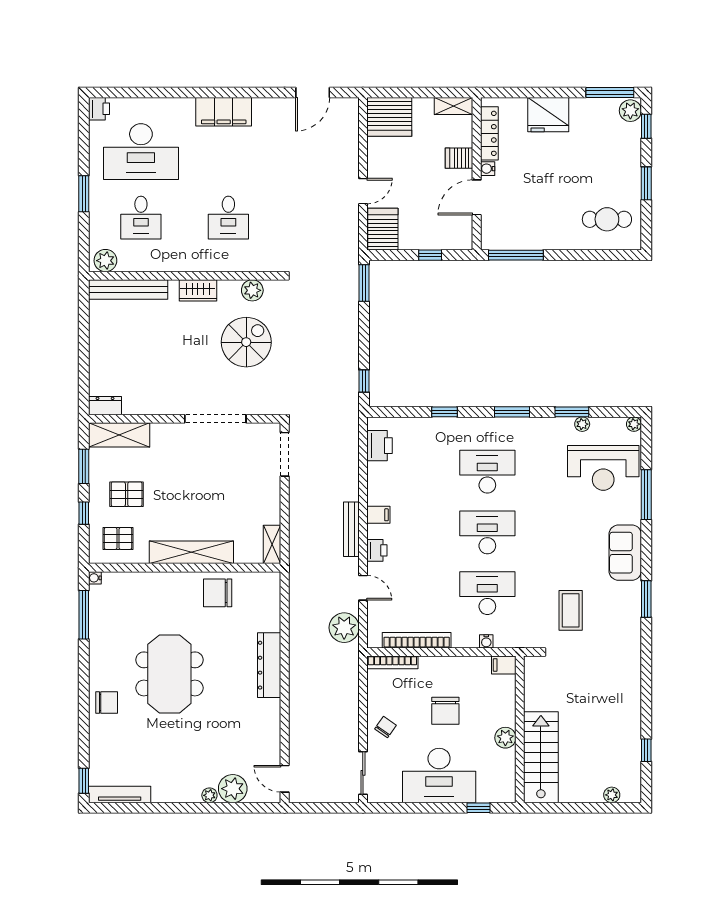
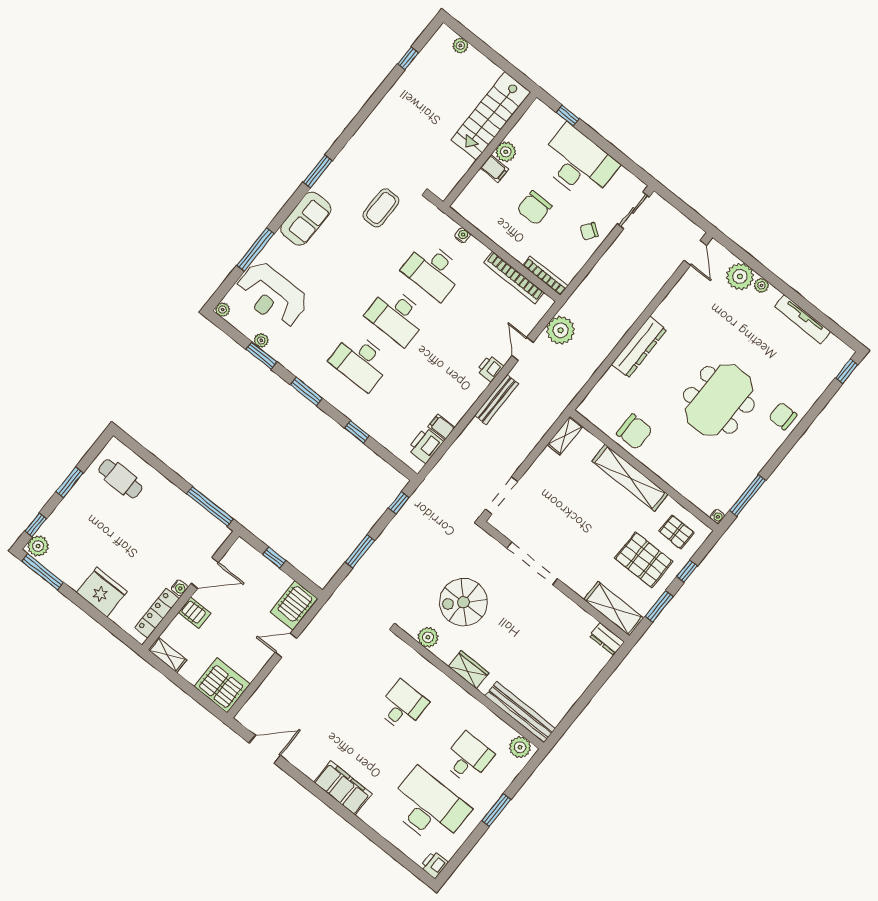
window: (364, 283) -> (360, 551), moved
reception desk: (603, 468) -> (272, 295), turned 180
pallet: (127, 494) -> (644, 560), width x1.50, depth x1.42
filing cabinet: (378, 515) -> (442, 427), moved
filing cabinet: (504, 665) -> (494, 169), moved
chair: (445, 711) -> (535, 208), turned 180
tv unit: (120, 794) -> (802, 319), moved

